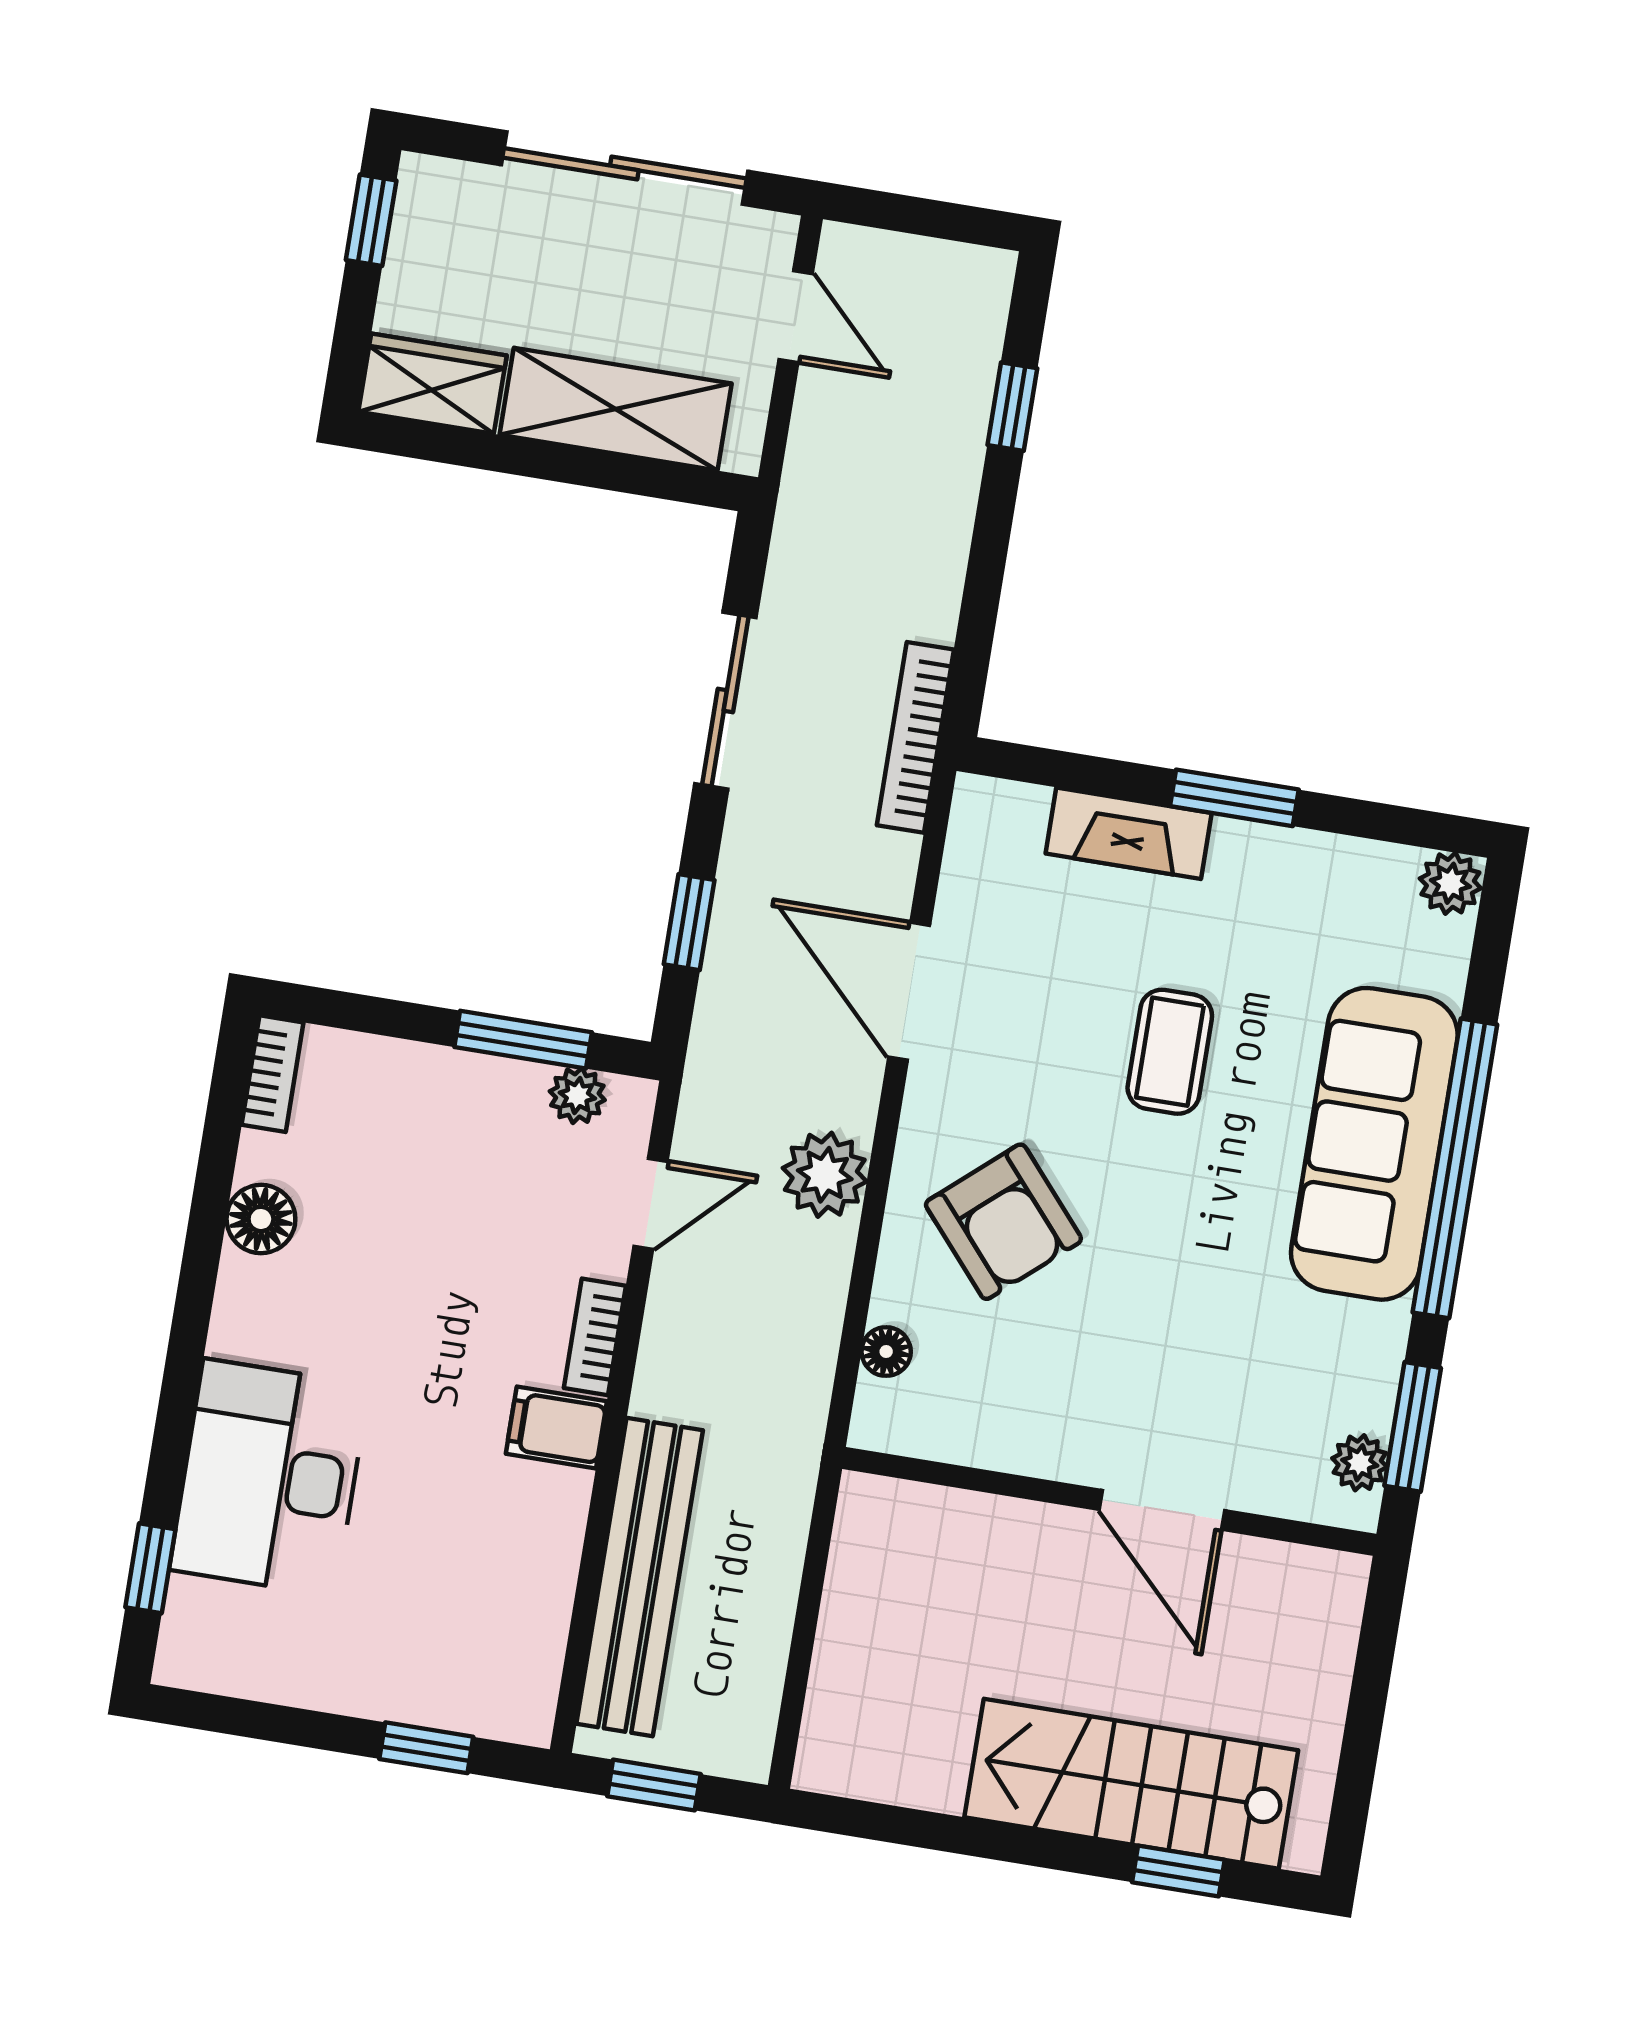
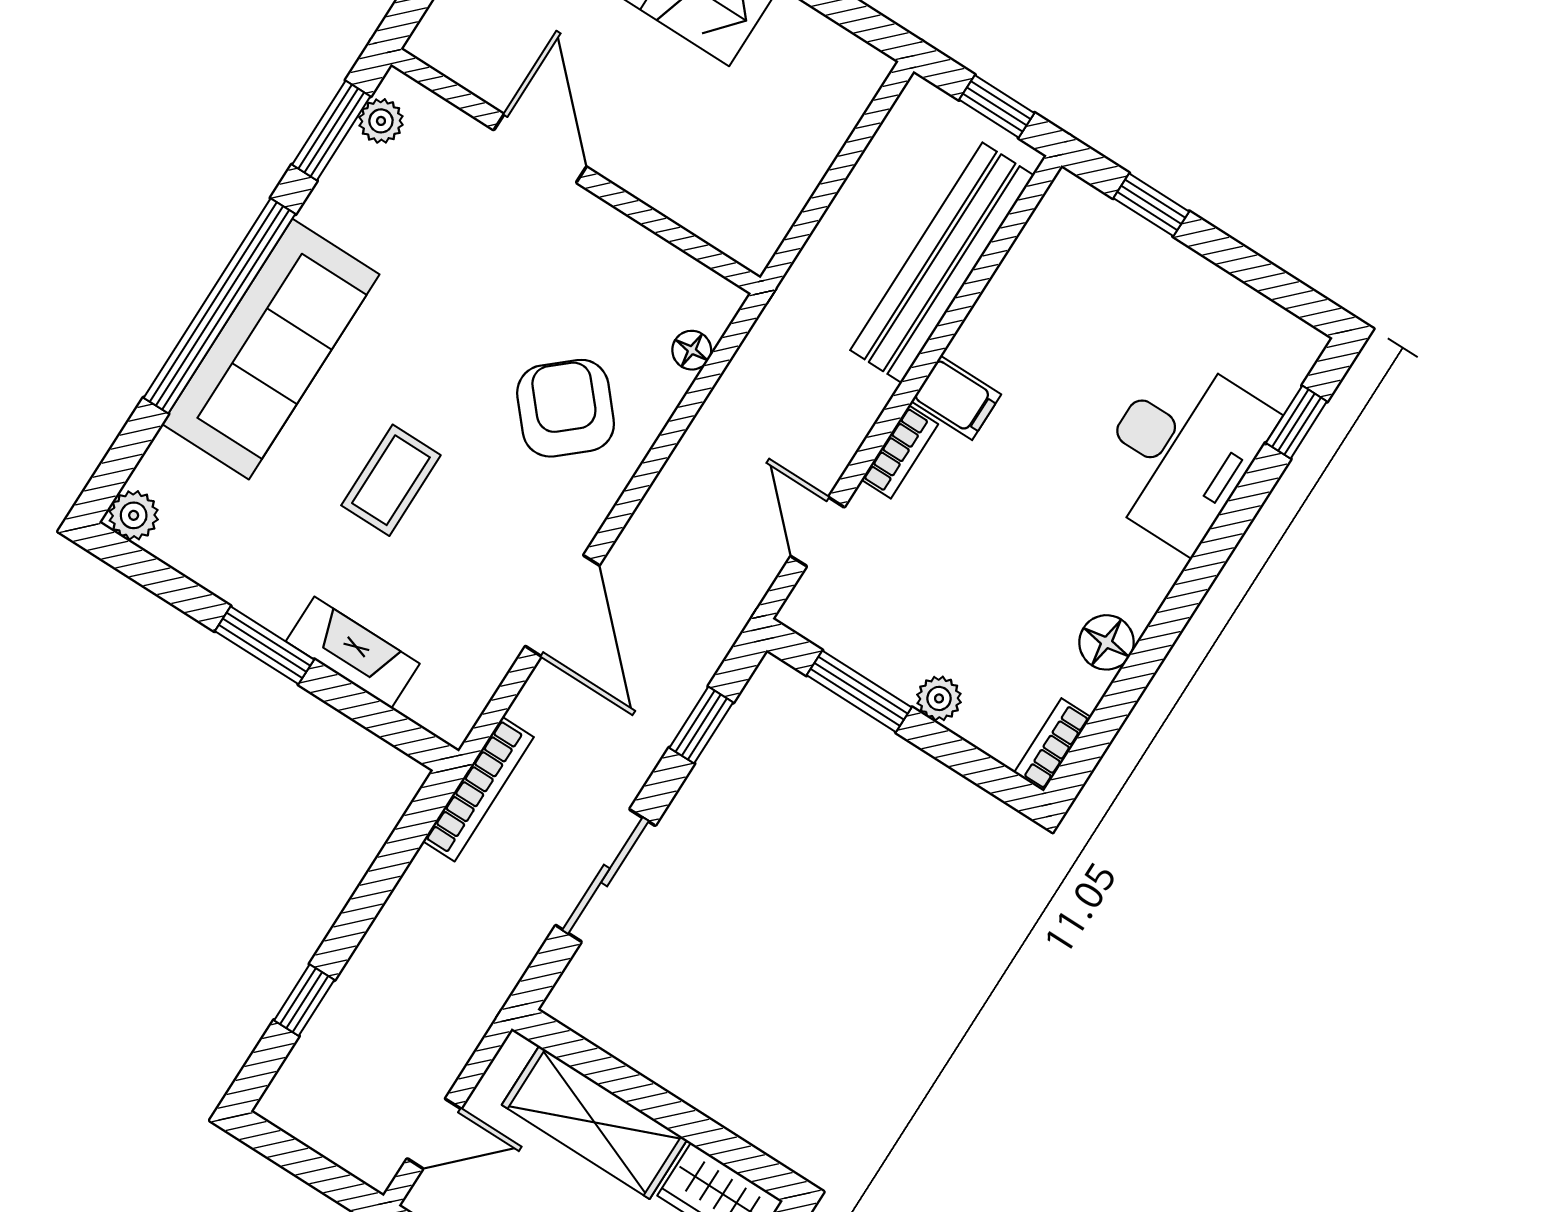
door: (796, 316) -> (434, 1134), swing flipped
plant: (577, 1096) -> (939, 698), moved
plant: (825, 1175) -> (681, 498), removed
door: (650, 1204) -> (818, 532), hinge flipped

